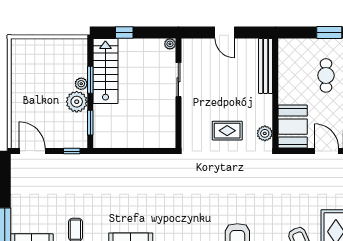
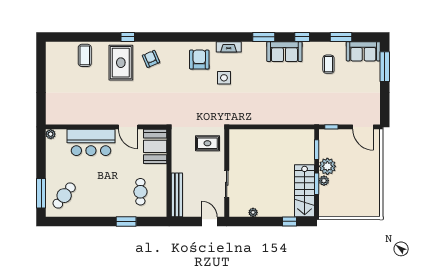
cafe table: (326, 75) -> (140, 192), moved
sliding door: (178, 80) -> (227, 184), moved
wall: (178, 93) -> (227, 173), moved
plant: (265, 133) -> (177, 141), removed
side table: (206, 213) -> (224, 78), added

